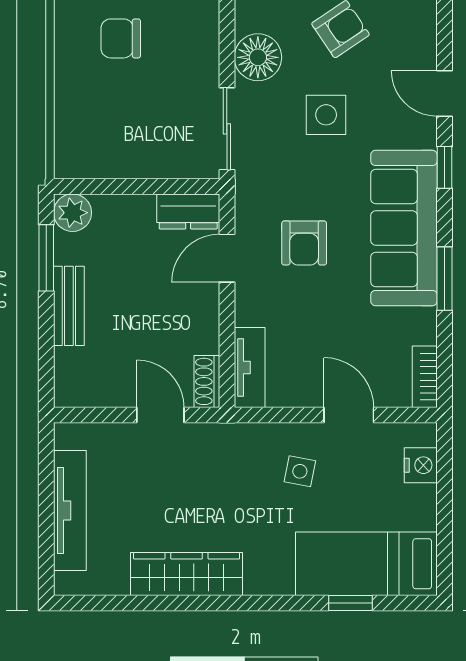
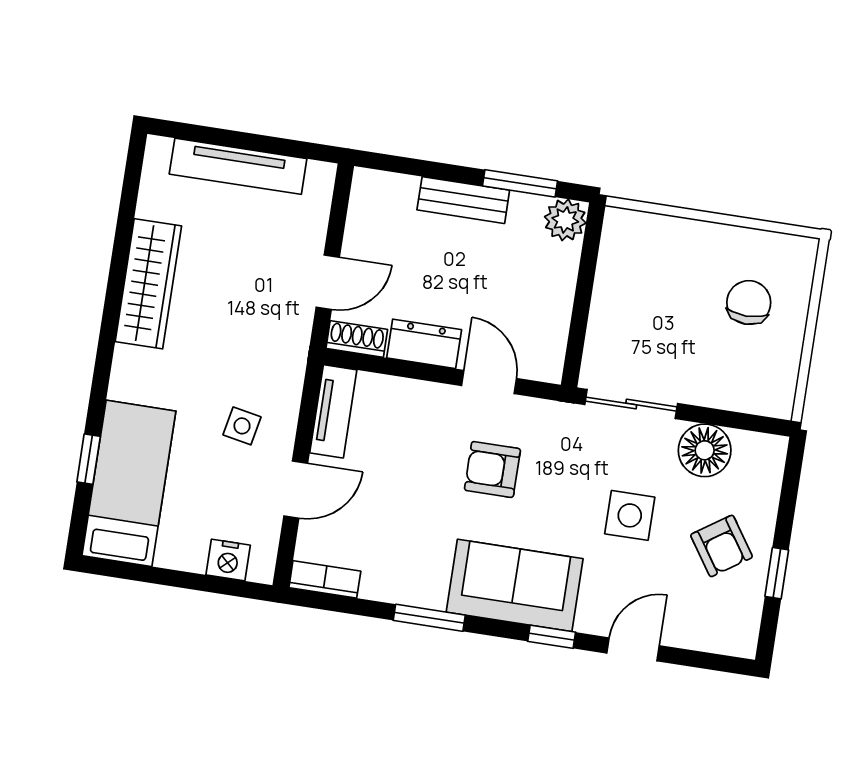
dresser: (188, 211) -> (424, 344), moved, turned 90
sofa: (404, 228) -> (515, 585), width x0.73
tv unit: (250, 368) -> (333, 411), moved, turned -90

